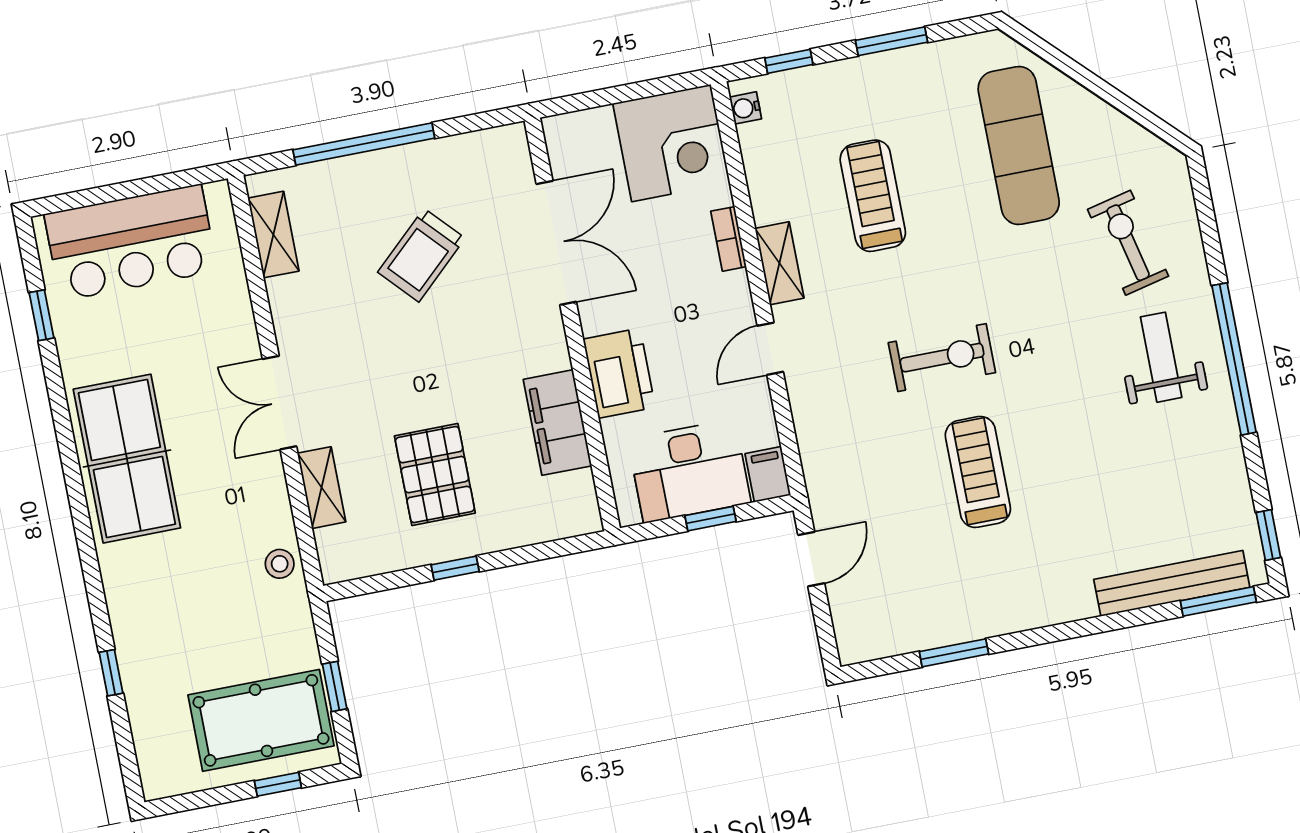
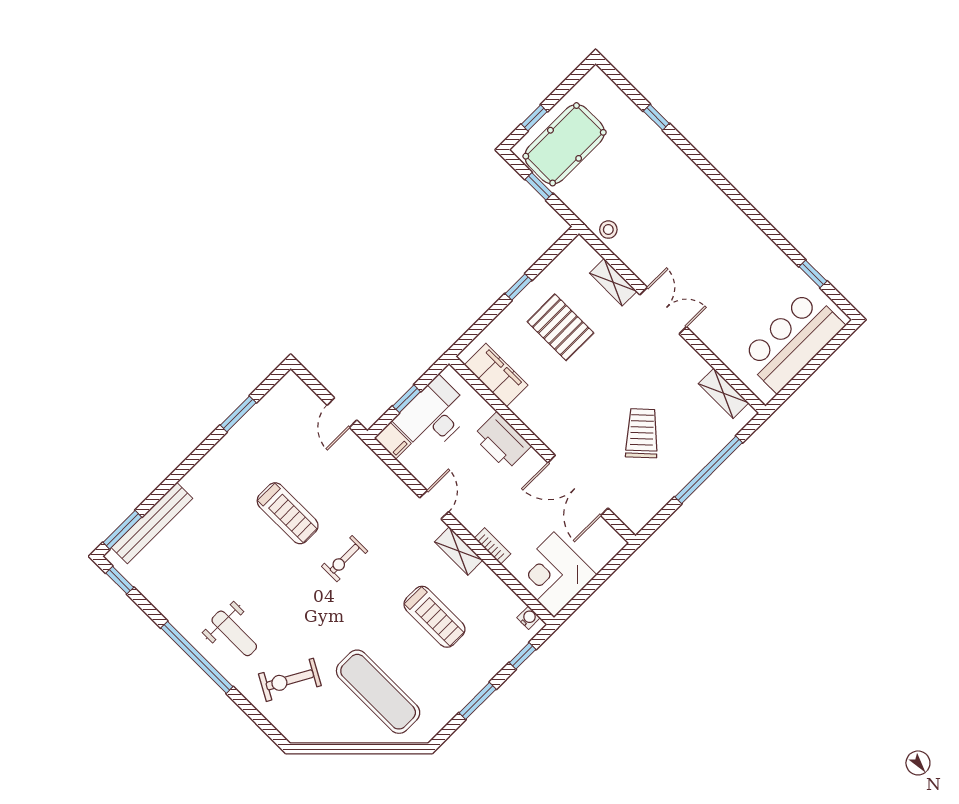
exercise bike: (1128, 243) -> (290, 680), turned 132
exercise bike: (942, 358) -> (345, 559), width x0.73, depth x0.72
filing cabinet: (557, 423) -> (496, 375), moved
table tennis table: (127, 459) -> (721, 231), removed

